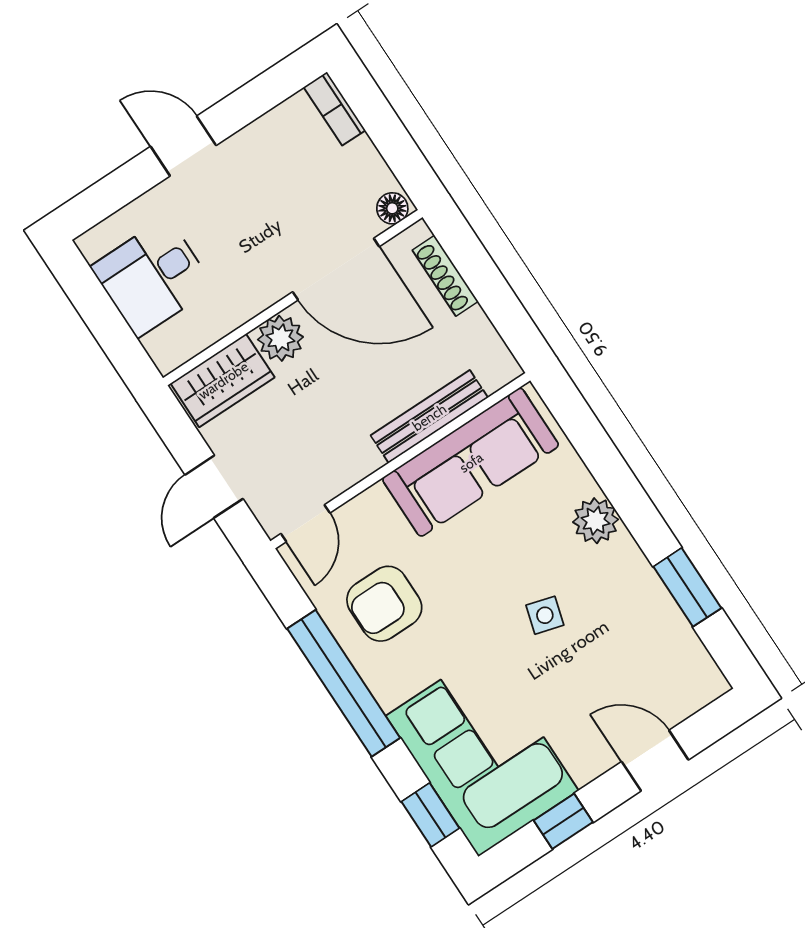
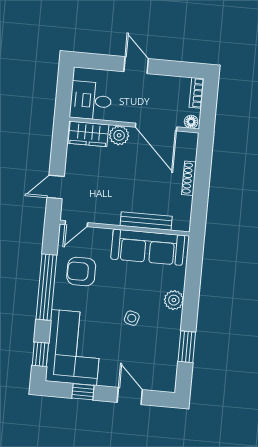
floor lamp: (392, 208) -> (191, 122), moved
door: (336, 269) -> (156, 127), moved
wall: (293, 298) -> (134, 125), moved
plant: (280, 338) -> (119, 135), moved
wardrobe: (223, 380) -> (89, 134), moved

